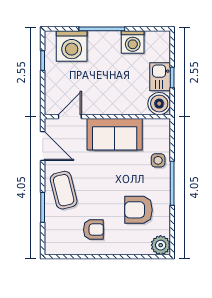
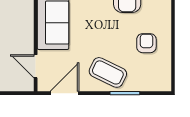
coffee table: (64, 190) -> (108, 72), turned 40

